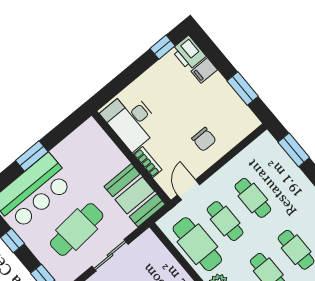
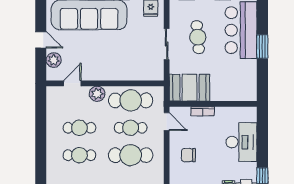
desk: (131, 120) -> (241, 142), moved, turned 90
cafe table: (253, 198) -> (131, 155), width x1.37, depth x1.35
cafe table: (77, 230) -> (198, 37), width x0.73, depth x0.74

